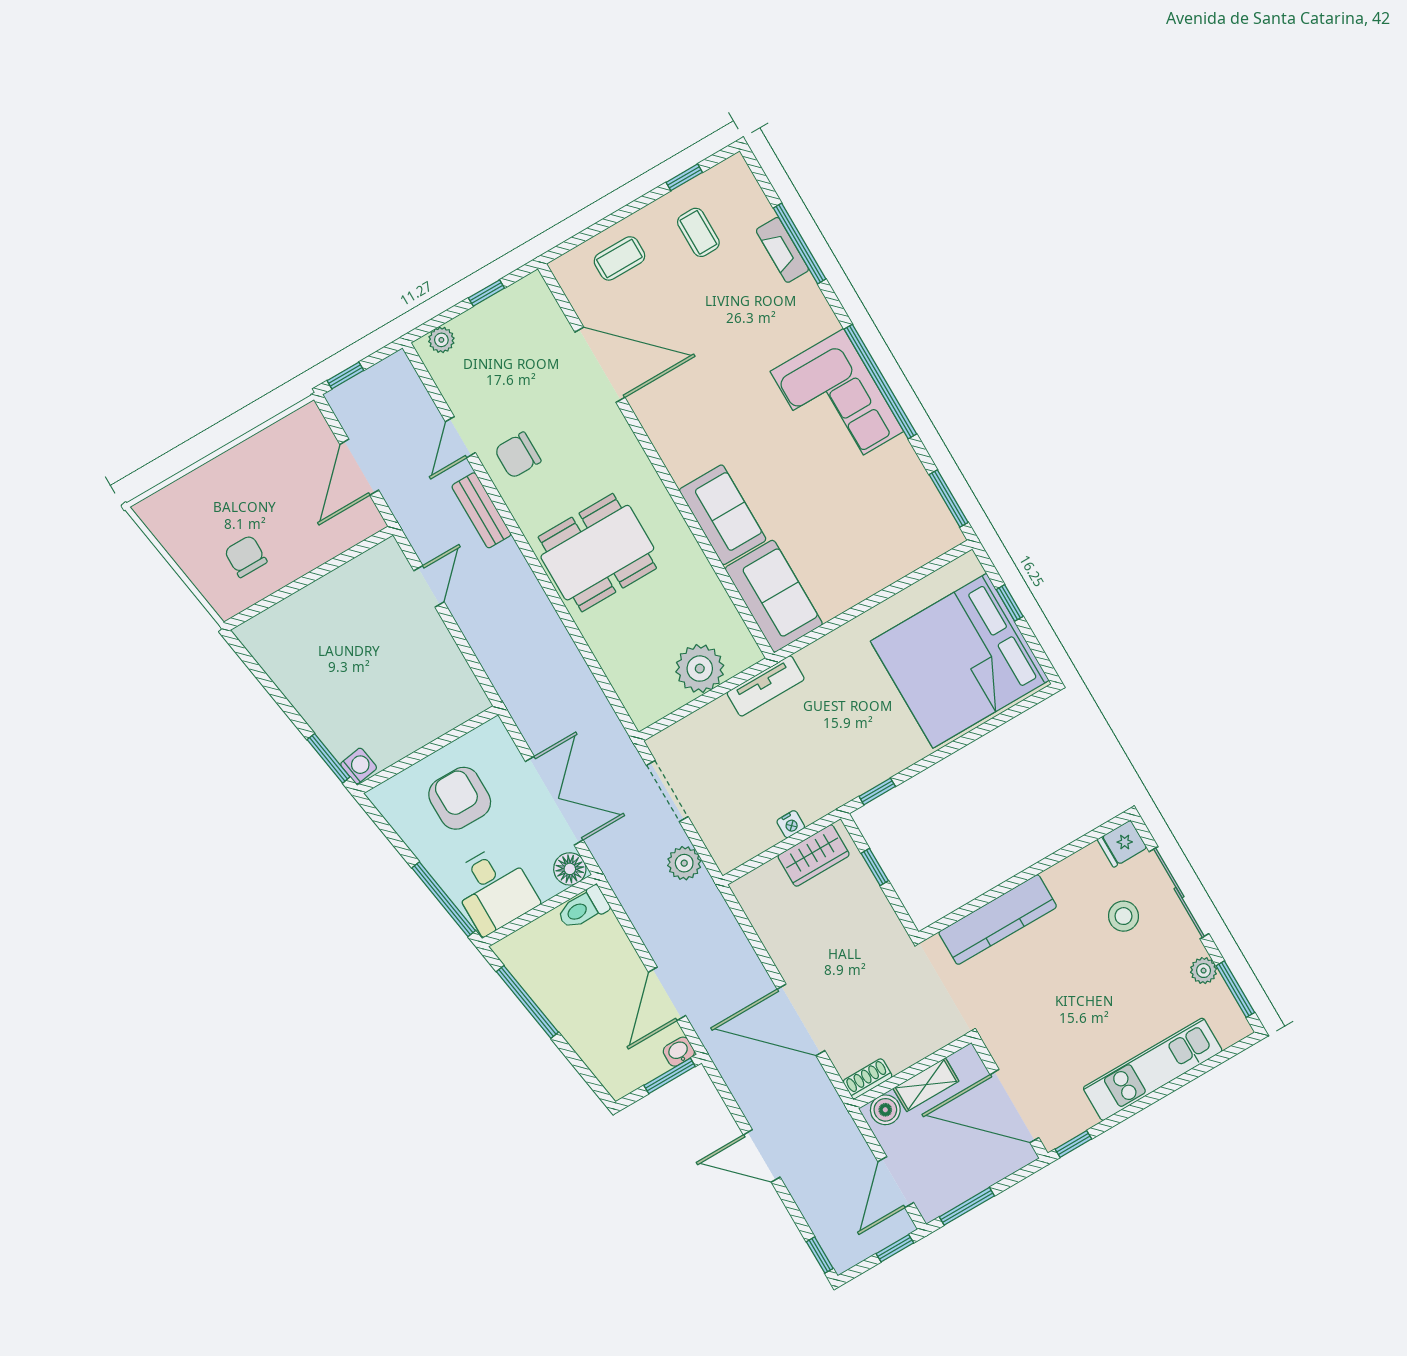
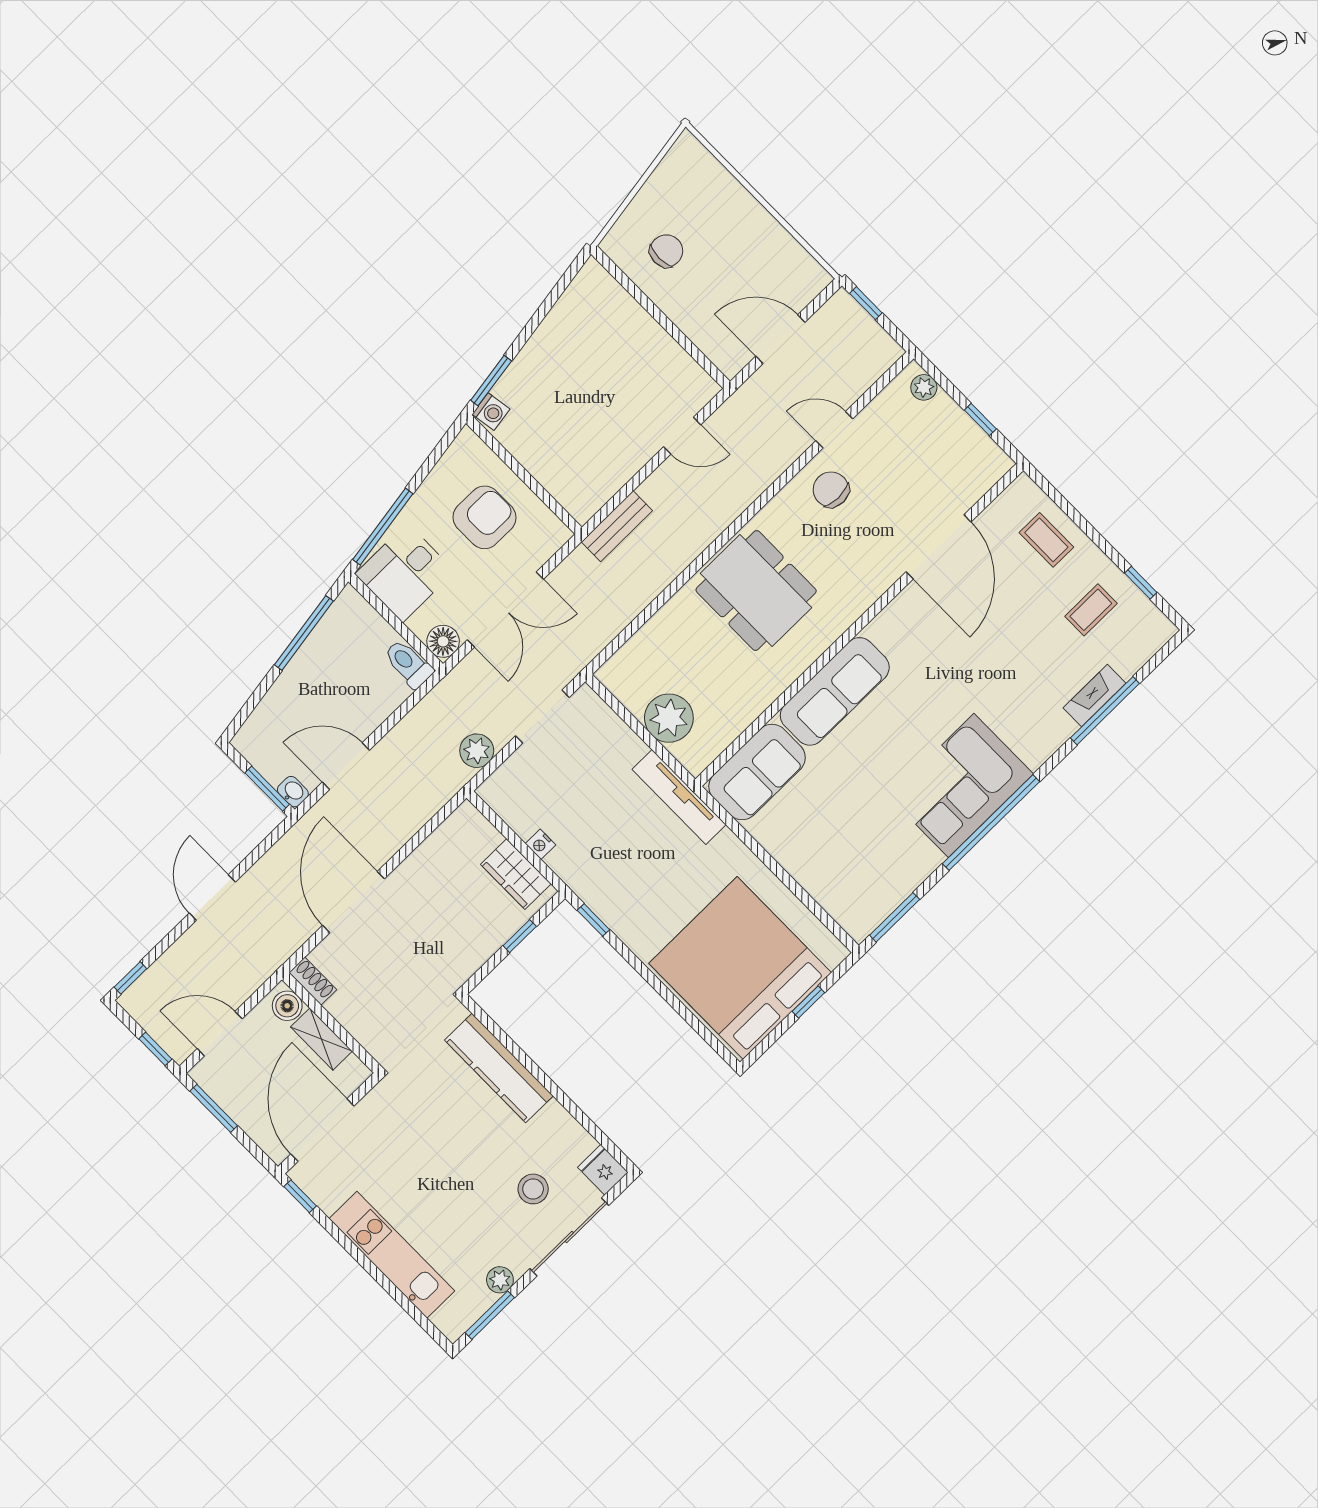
bench: (481, 510) -> (617, 526), moved
sofa: (723, 515) -> (835, 691), width x1.36
tv unit: (766, 686) -> (679, 797), width x1.41

